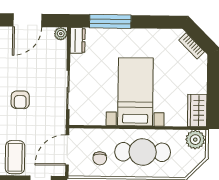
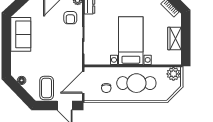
armchair: (20, 100) -> (70, 18), moved
wardrobe: (197, 111) -> (175, 39), moved

